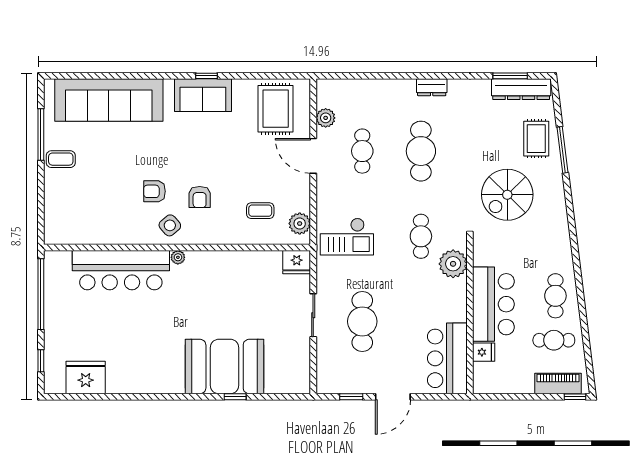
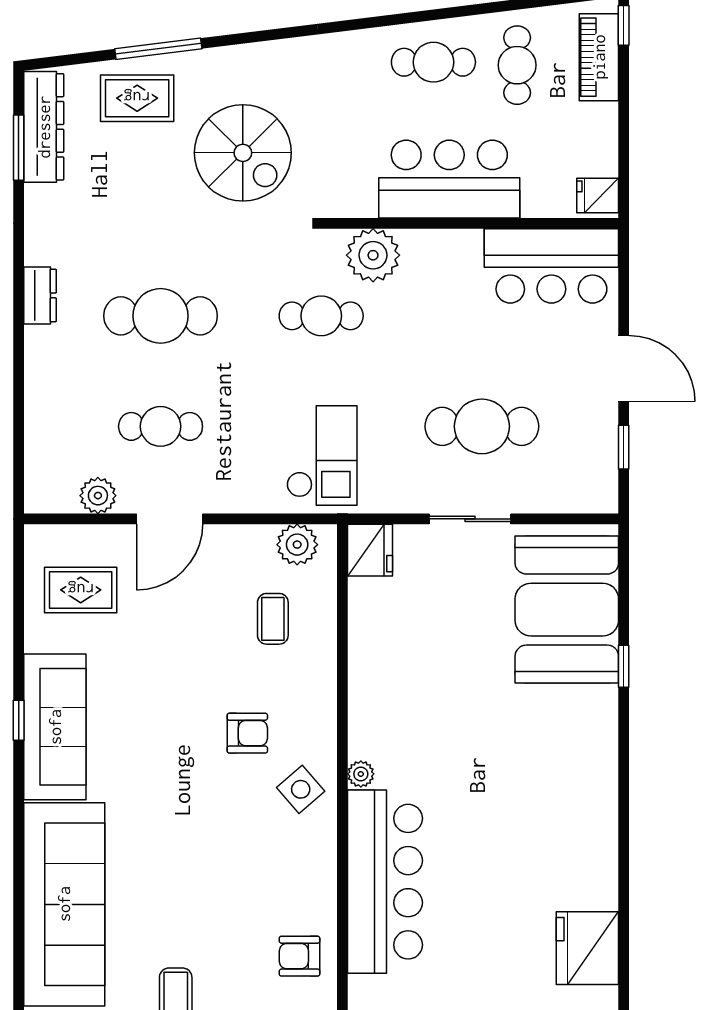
sofa: (203, 95) -> (55, 727), width x1.36
rug: (276, 109) -> (81, 590), width x0.73, depth x0.70
armchair: (154, 191) -> (300, 956), moved, turned 90
fridge: (484, 352) -> (598, 195), moved, turned -90
booth: (225, 367) -> (567, 610), moved

